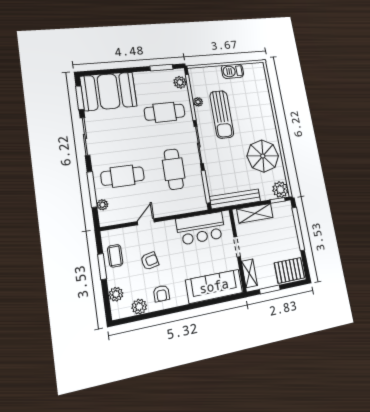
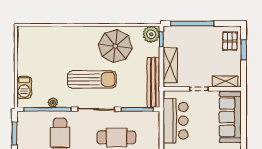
barbecue: (232, 71) -> (24, 87), moved
plant: (180, 82) -> (31, 117), removed
sun lounger: (222, 114) -> (92, 79), moved
pallet: (289, 270) -> (230, 41), width x0.67, depth x0.71
window: (270, 289) -> (244, 50), moved

